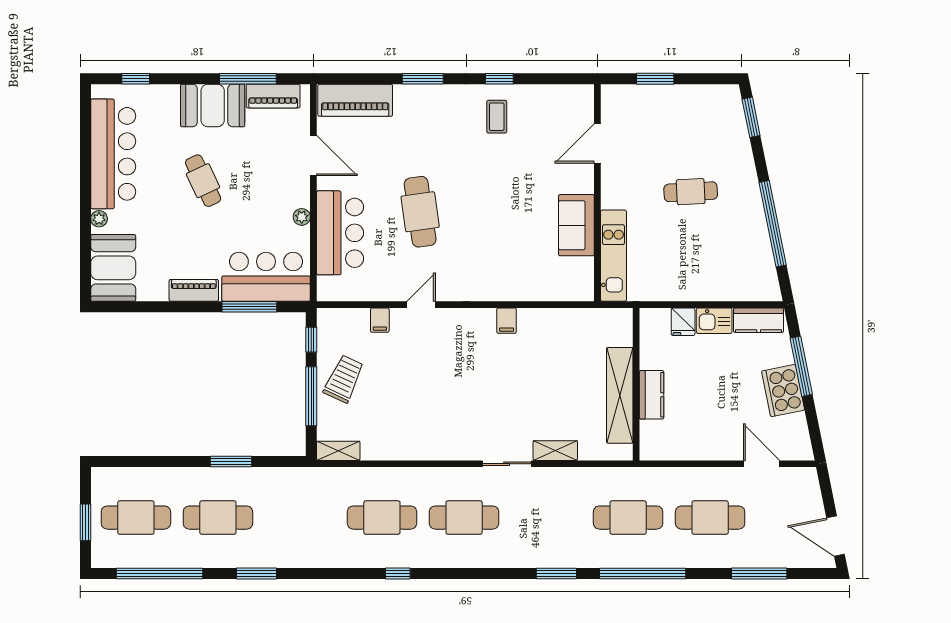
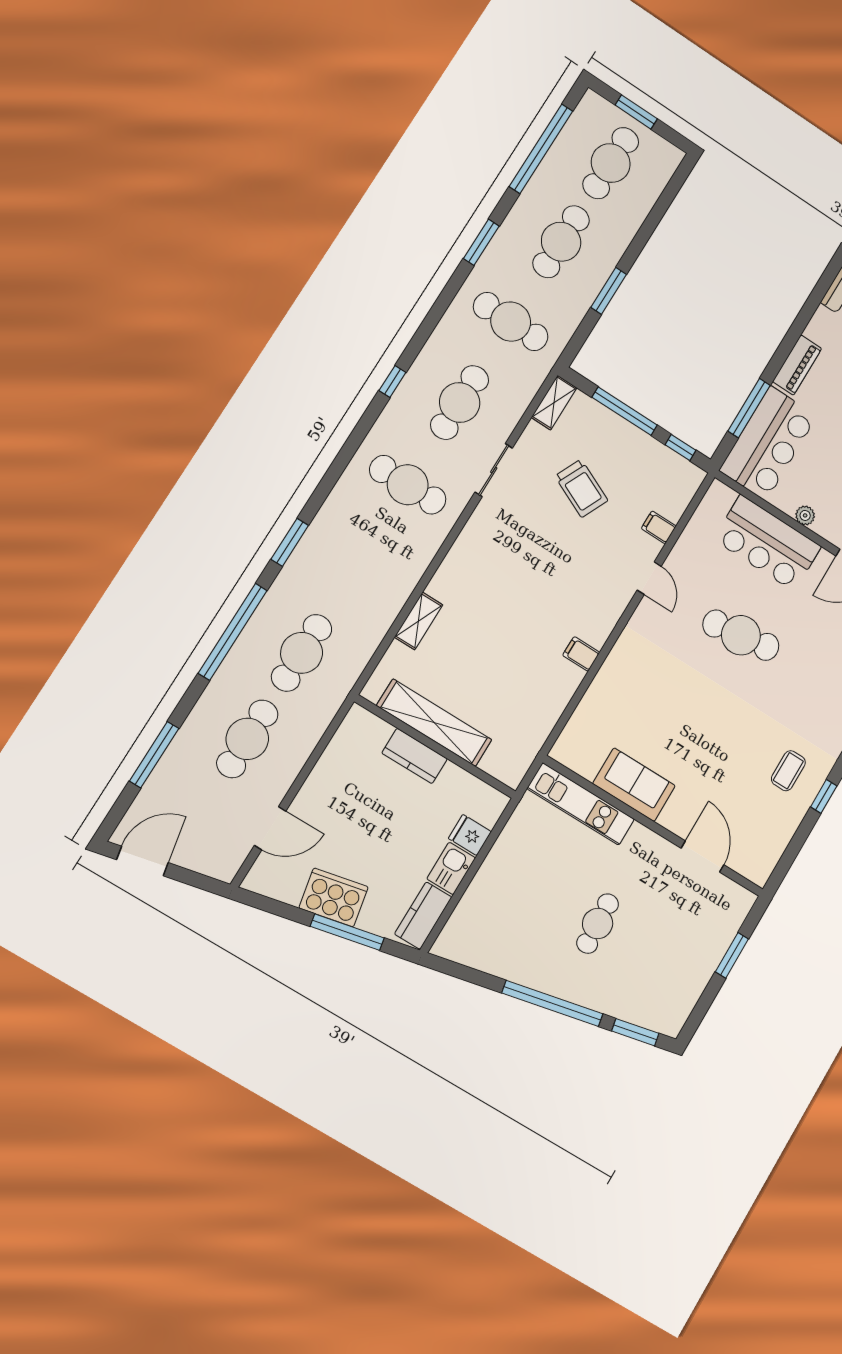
coffee table: (497, 117) -> (788, 771), turned 90
window: (773, 224) -> (552, 1003), moved
trolley: (344, 379) -> (581, 488), moved
sliding door: (507, 464) -> (494, 470), moved
cafe table: (300, 518) -> (511, 322), added
cafe table: (464, 518) -> (408, 485), turned 90

